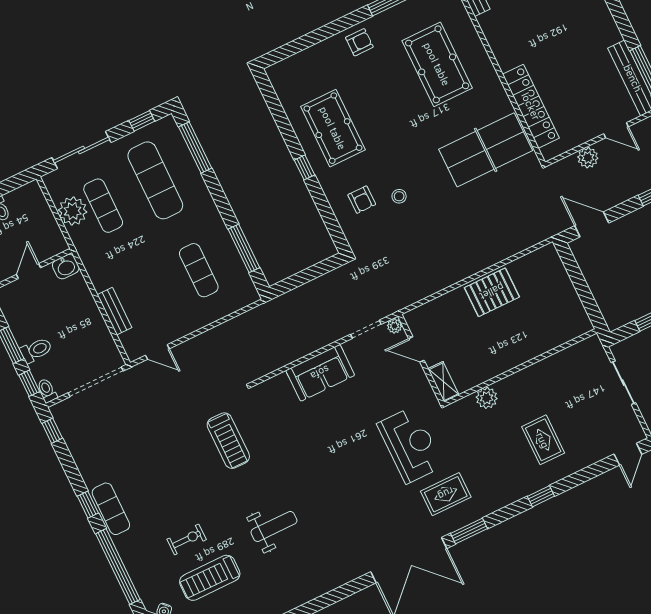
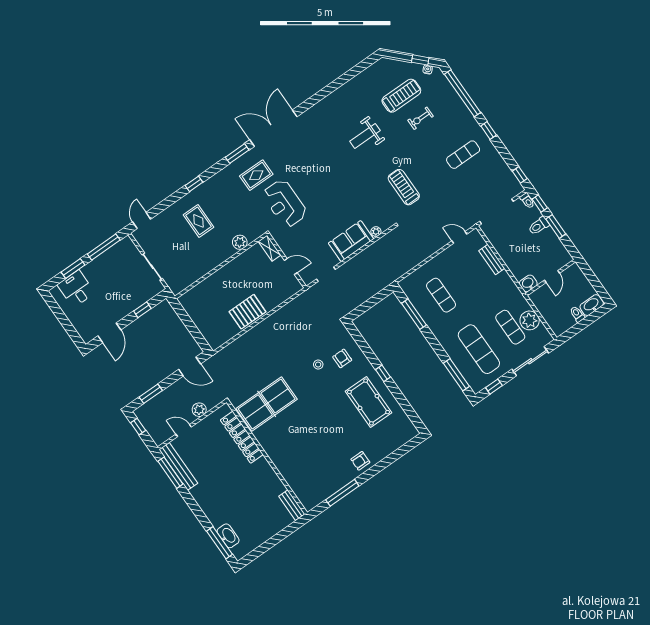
pool table: (437, 64) -> (307, 455), removed
plant: (395, 326) -> (376, 232), moved
exercise mat: (111, 509) -> (463, 155), moved, turned 90

